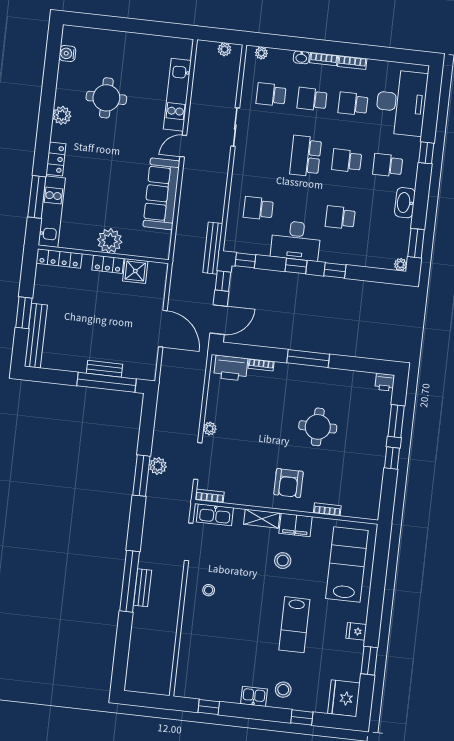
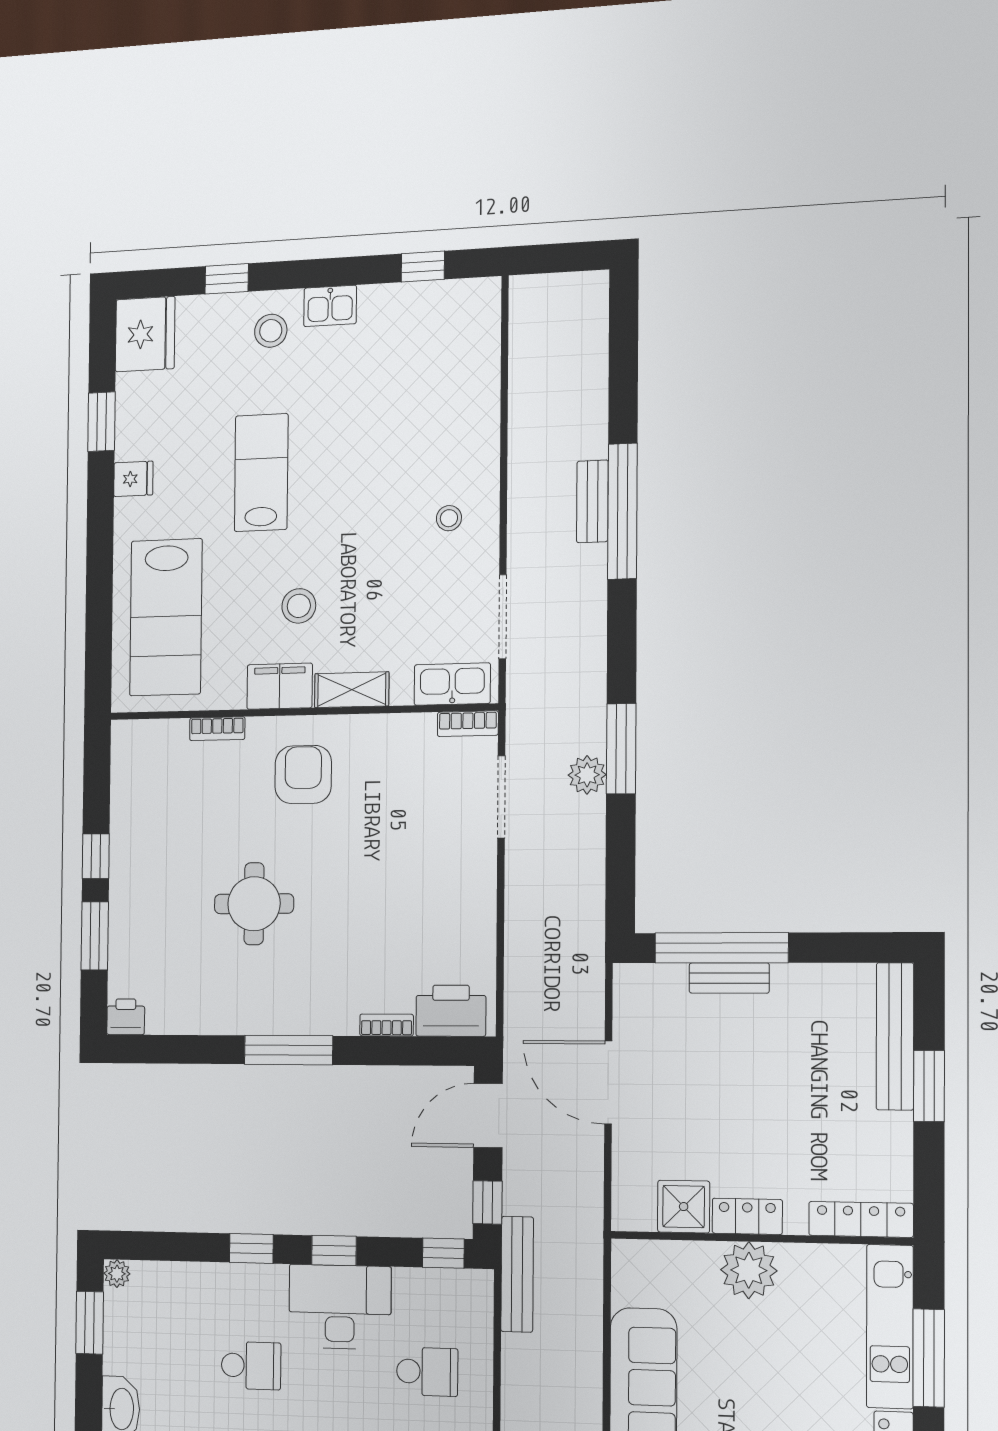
plant: (210, 429) -> (483, 872), removed

